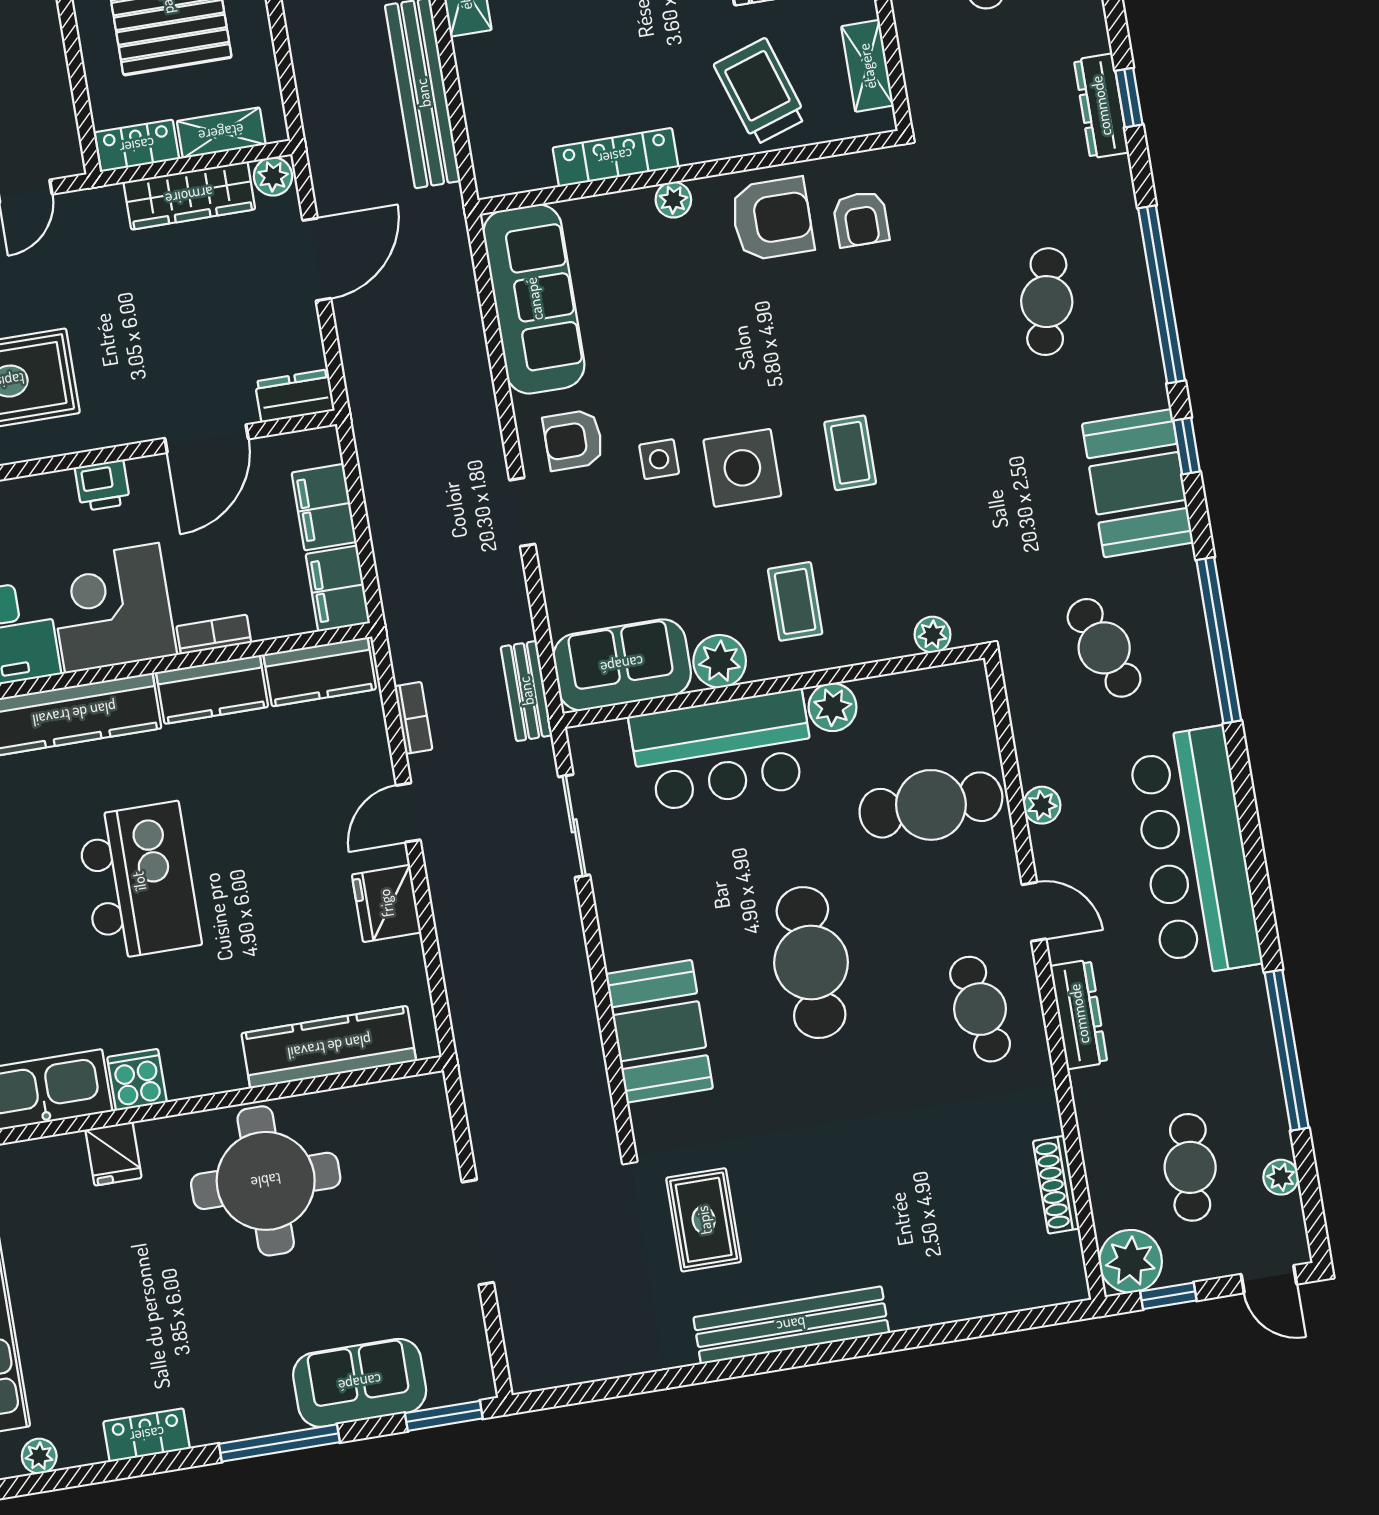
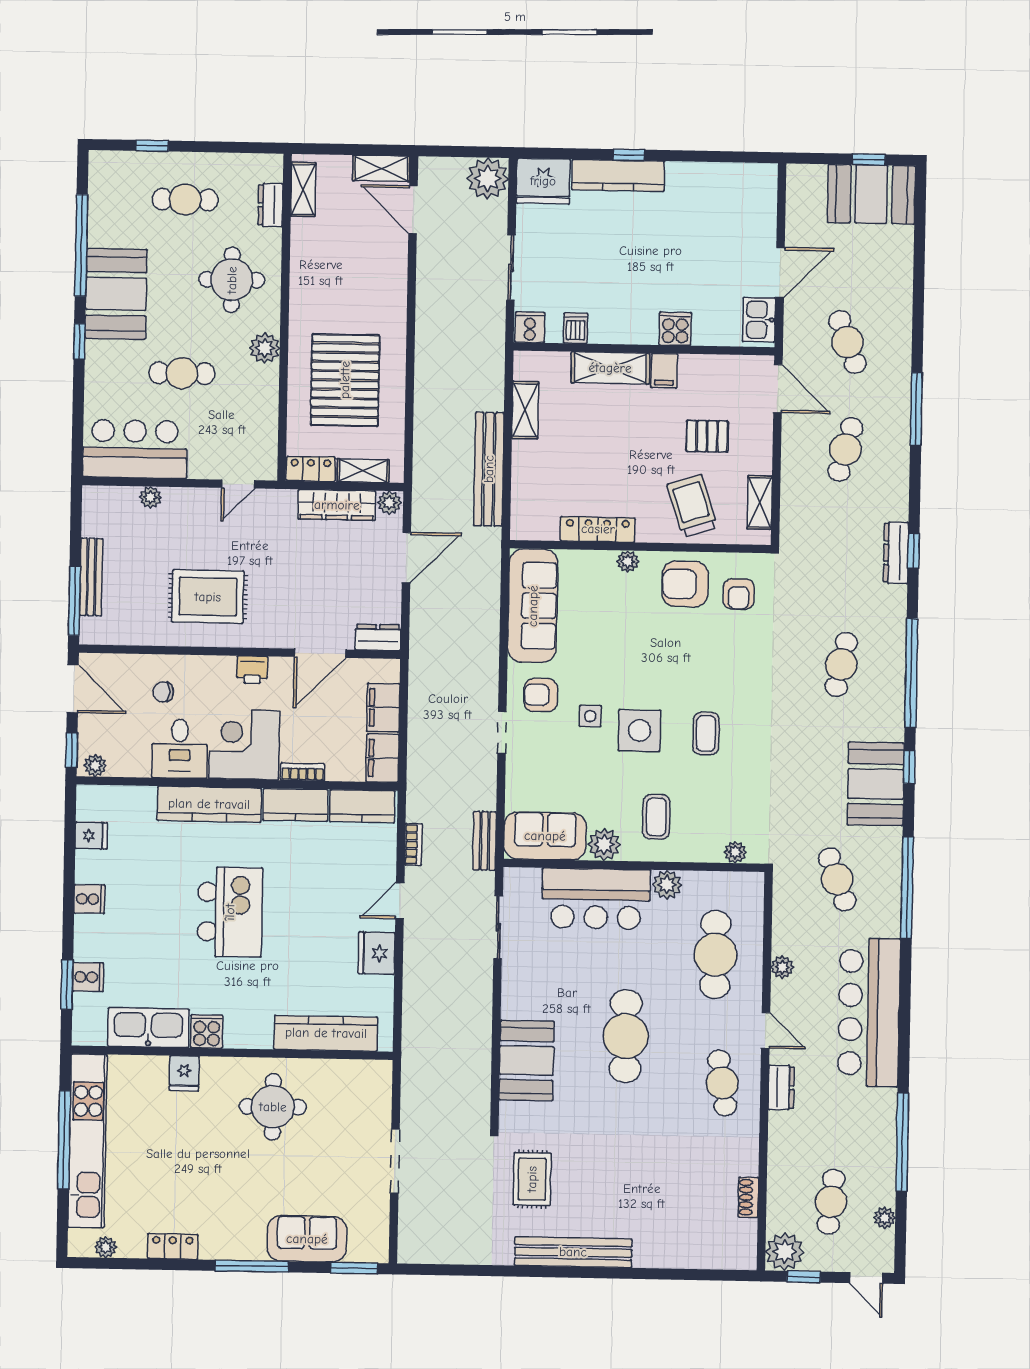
armchair: (772, 219) -> (685, 584), turned 180
cafe table: (931, 805) -> (715, 955), turned 90
dresser: (1079, 1014) -> (781, 1087), width x0.70
round table: (266, 1181) -> (273, 1107), width x0.73, depth x0.73
shoe rack: (1056, 1185) -> (748, 1197), width x0.70

